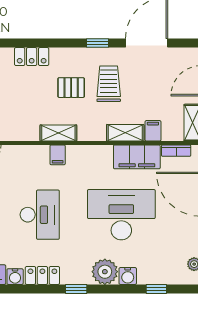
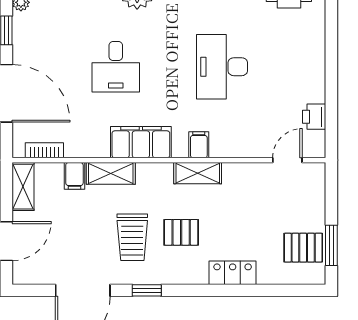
filing cabinet: (137, 157) -> (141, 142), moved
desk: (121, 215) -> (116, 67), width x0.53, depth x0.77

